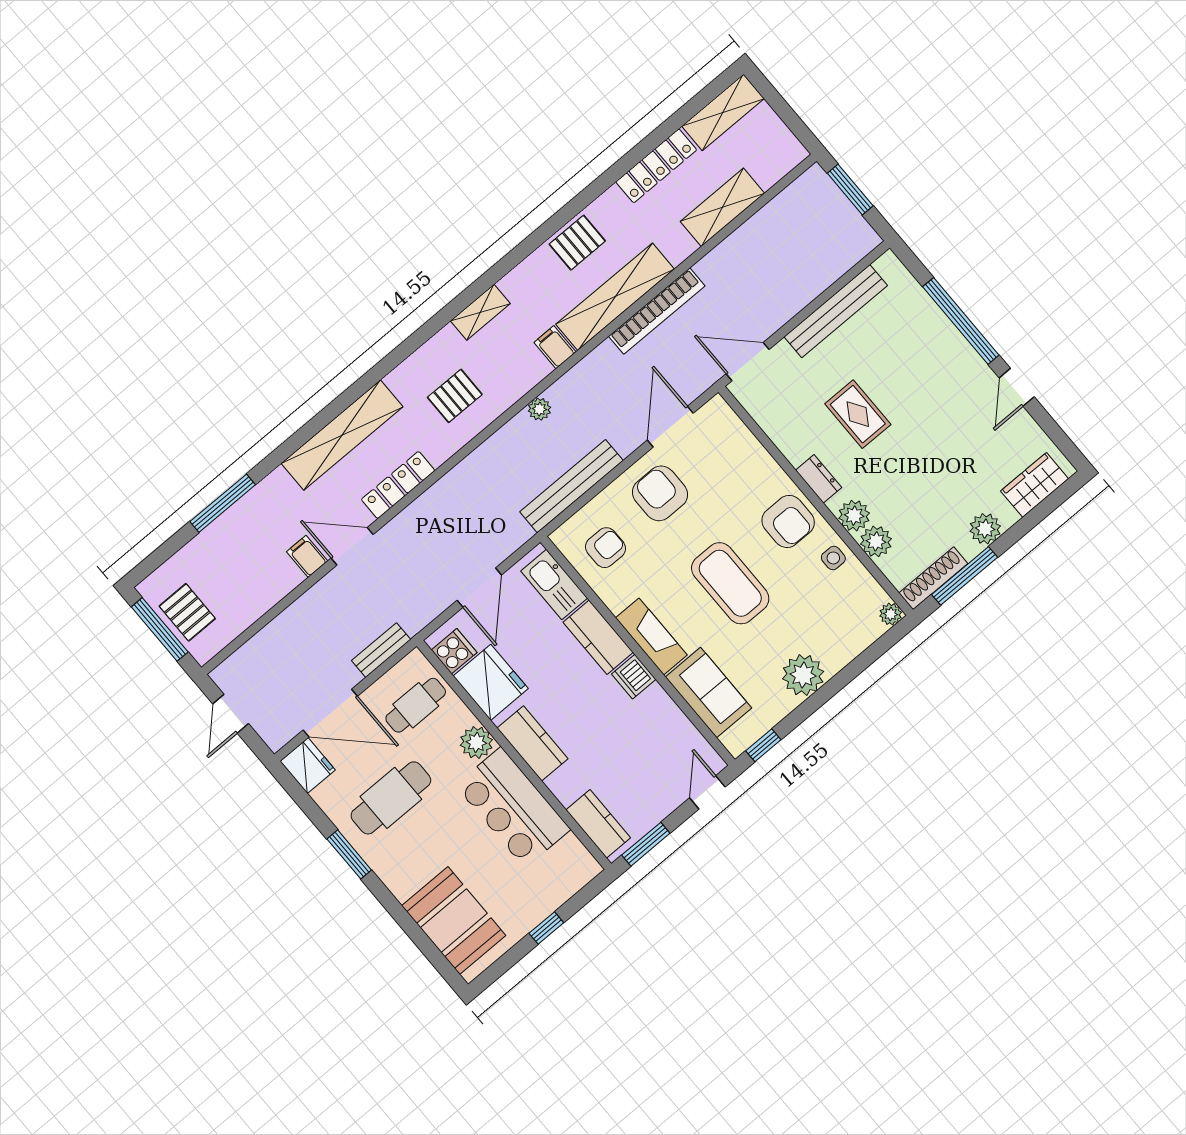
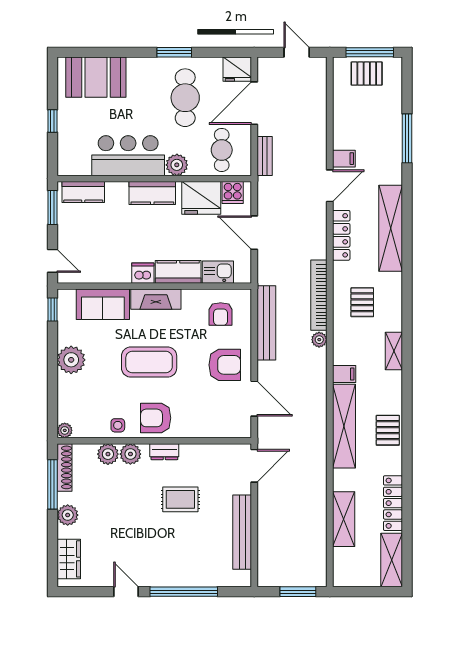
bookcase: (657, 311) -> (319, 295), moved
kitchen sink: (554, 585) -> (218, 272), width x0.73

